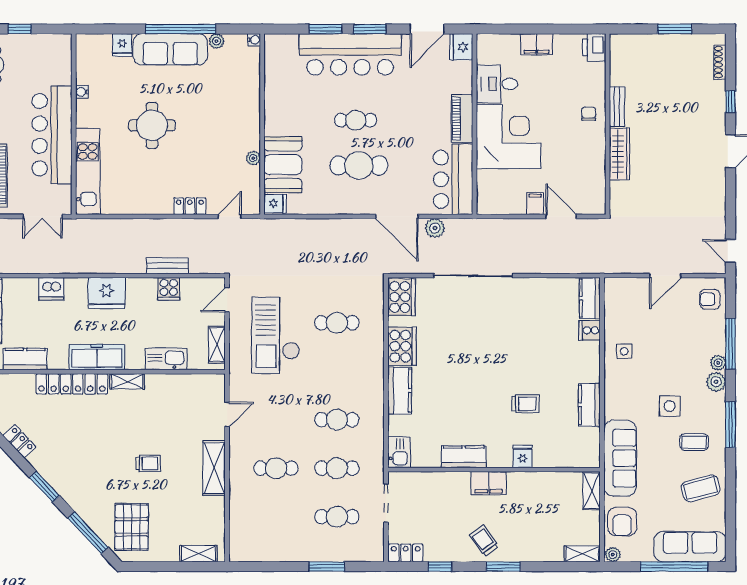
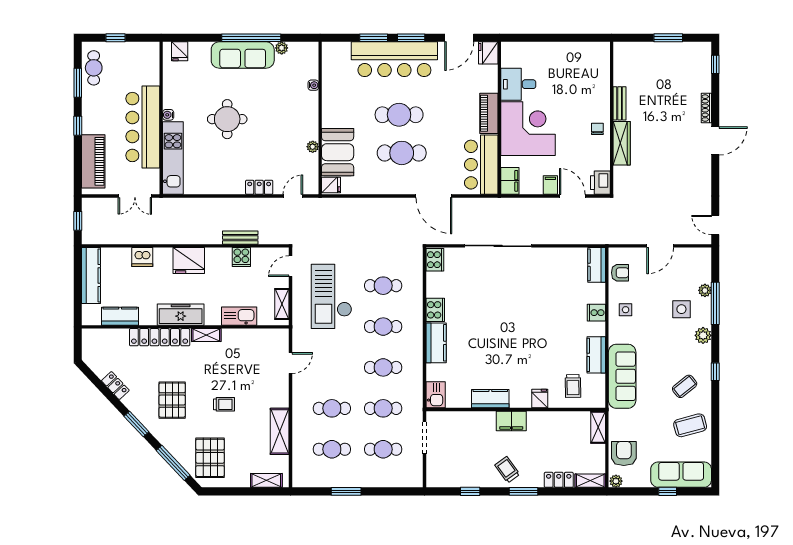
water cooler: (254, 40) -> (313, 85), moved
filing cabinet: (537, 44) -> (510, 181), moved, turned -90
fridge: (122, 45) -> (180, 51), moved
printer: (594, 48) -> (600, 183), moved
shoe rack: (720, 62) -> (706, 108), moved
water cooler: (82, 92) -> (168, 115), moved
window: (730, 102) -> (715, 64), moved
chair: (589, 114) -> (597, 129), moved
cafe table: (356, 120) -> (399, 115), width x1.37, depth x1.35
plant: (435, 228) -> (466, 206), removed
cooker: (401, 297) -> (435, 260), width x0.73, depth x0.76
armchair: (710, 299) -> (620, 273), moved, turned 180
cooker: (590, 330) -> (596, 313), moved
cooker: (402, 346) -> (435, 310), width x0.73, depth x0.76
plant: (718, 363) -> (705, 290), moved
cafe table: (337, 371) -> (383, 327), added
trolley: (525, 404) -> (573, 386), moved, turned 89
side table: (670, 406) -> (681, 309), moved
window: (730, 425) -> (715, 372), width x0.46
coffee table: (694, 442) -> (685, 386), turned -39
pallet: (87, 458) -> (172, 400), added
sofa: (620, 458) -> (622, 376), moved
shelving: (214, 468) -> (280, 431), moved
cafe table: (276, 517) -> (332, 449), added
armchair: (622, 522) -> (624, 453), turned 180
locker: (406, 553) -> (559, 480), moved
window: (327, 567) -> (346, 491), moved
window: (674, 567) -> (668, 491), width x0.32

